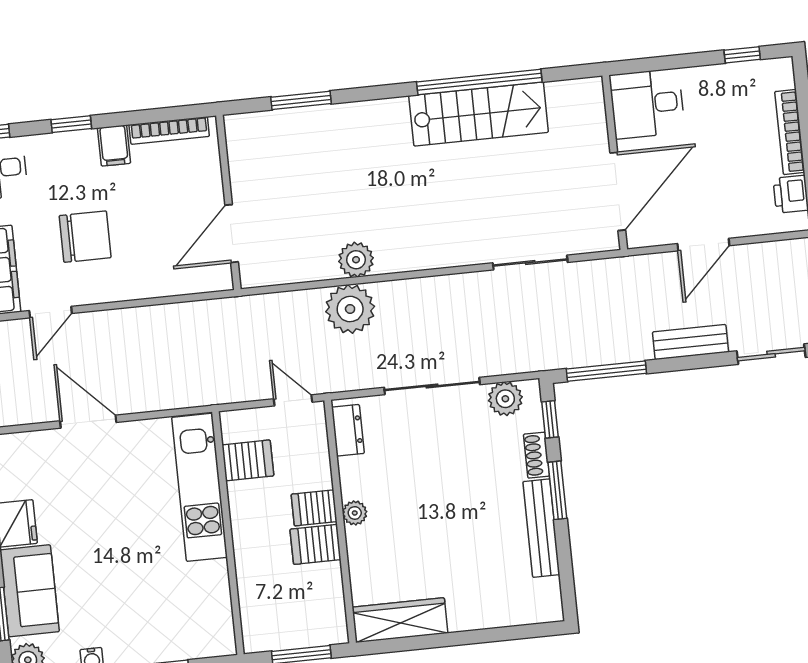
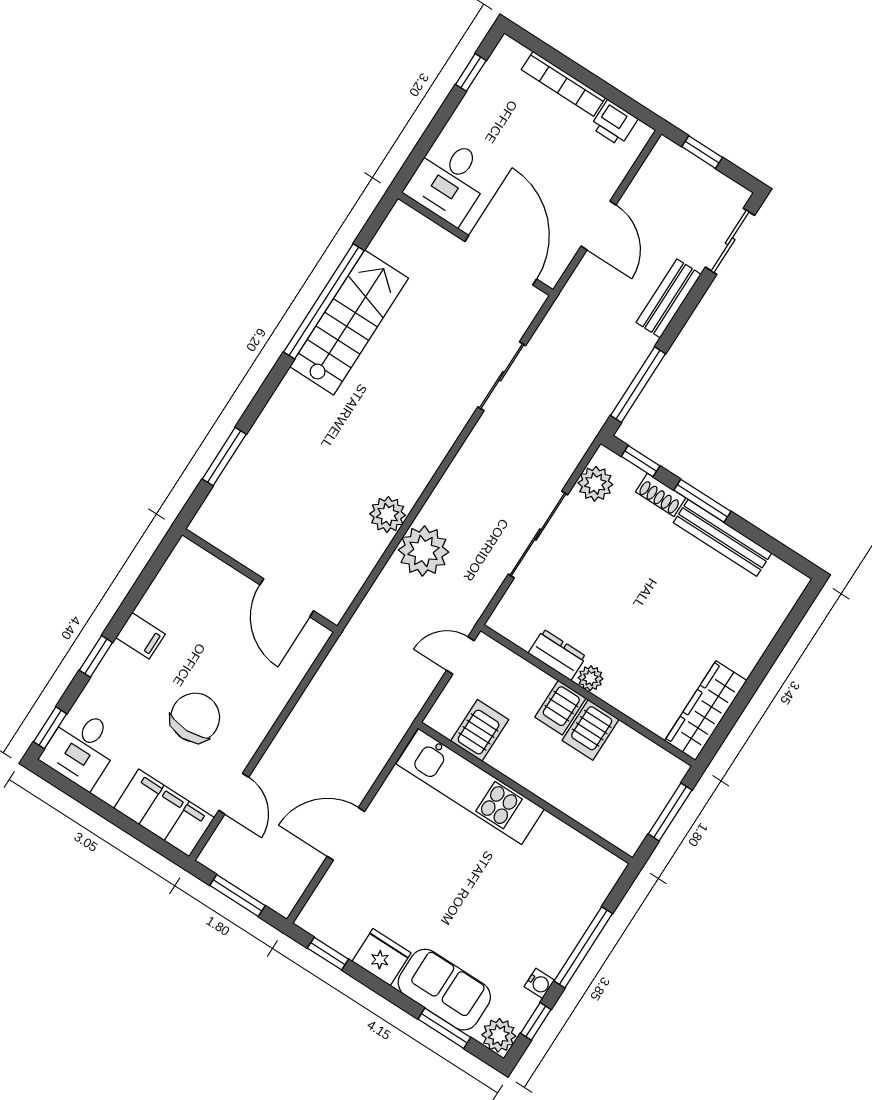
bookcase: (169, 130) -> (164, 582), removed
dresser: (348, 430) -> (557, 655), moved

